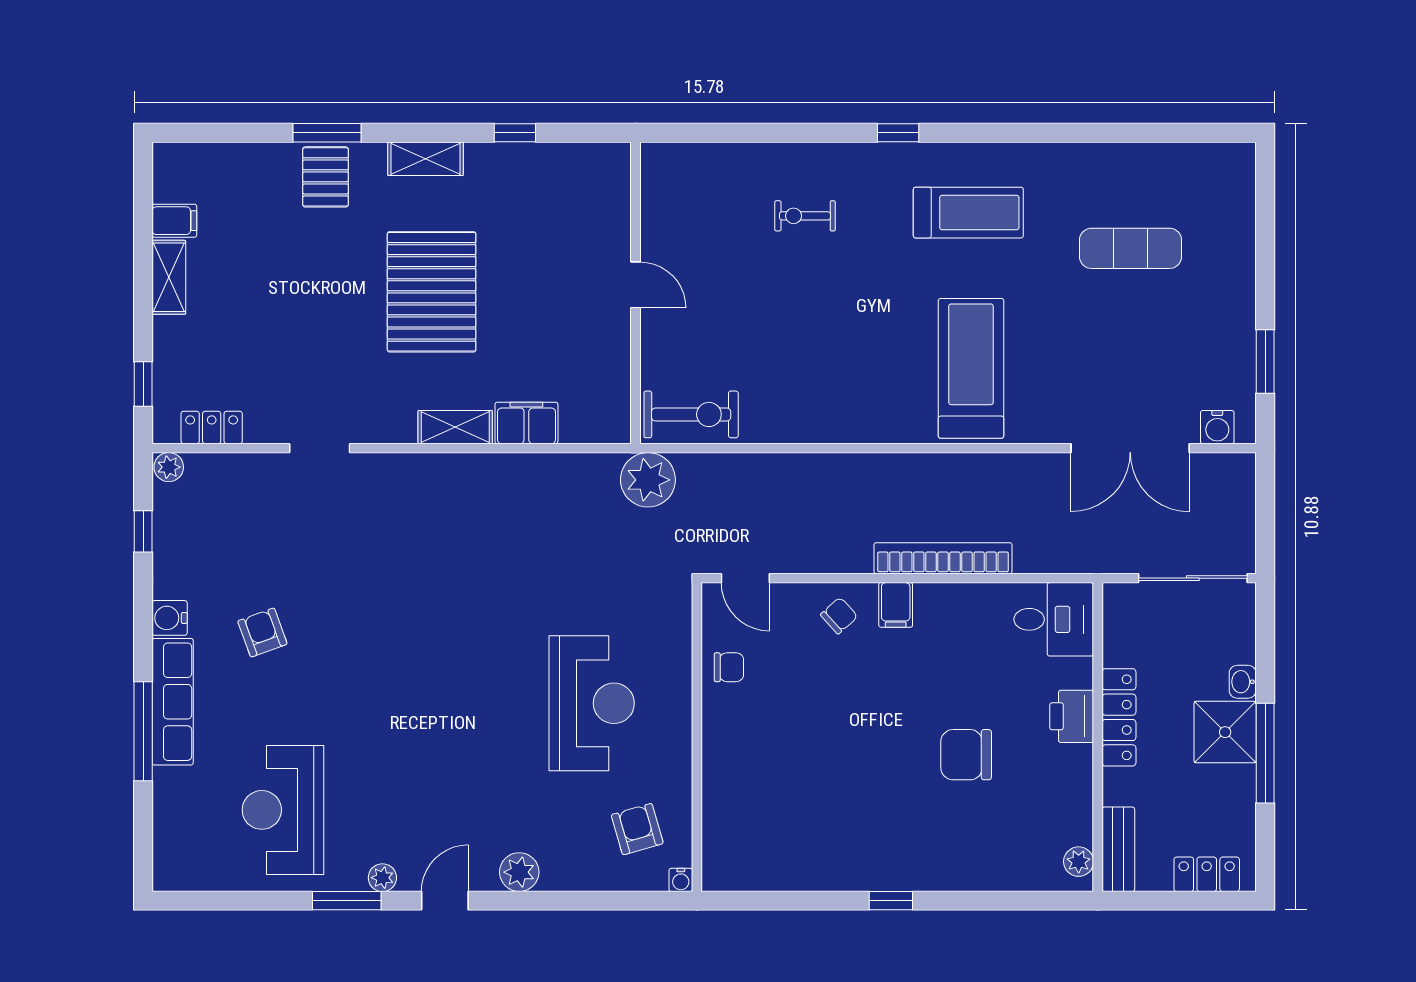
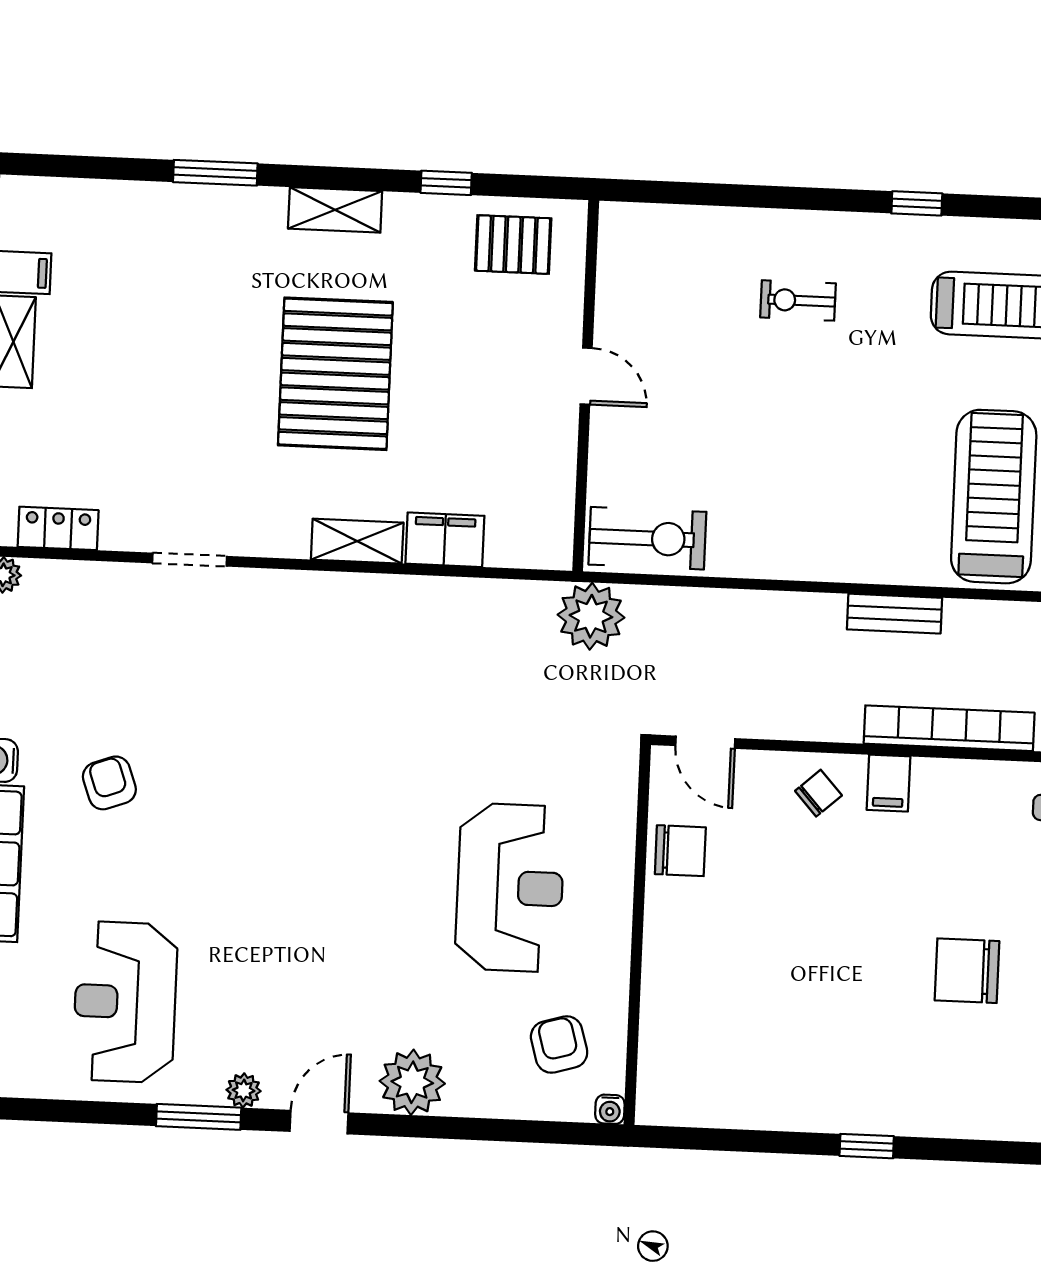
pallet: (326, 177) -> (513, 245), moved, turned 90
bench: (895, 467) -> (894, 614), added
chair: (729, 667) -> (680, 851), width x1.37, depth x1.37
plant: (519, 872) -> (412, 1082), width x1.36, depth x1.36

